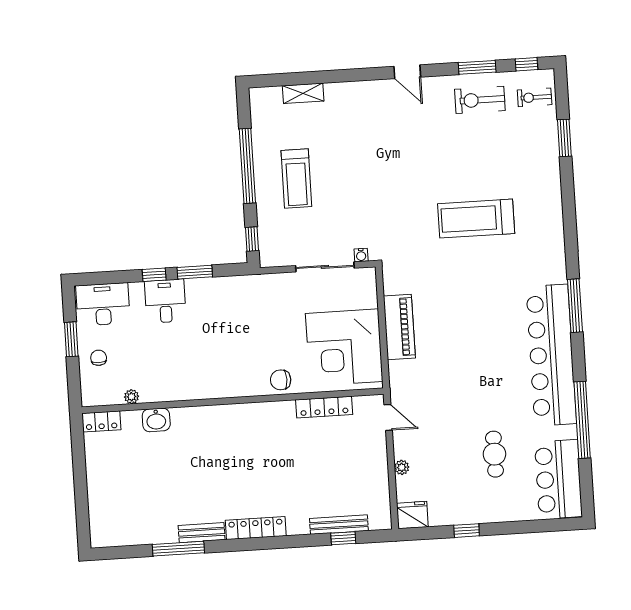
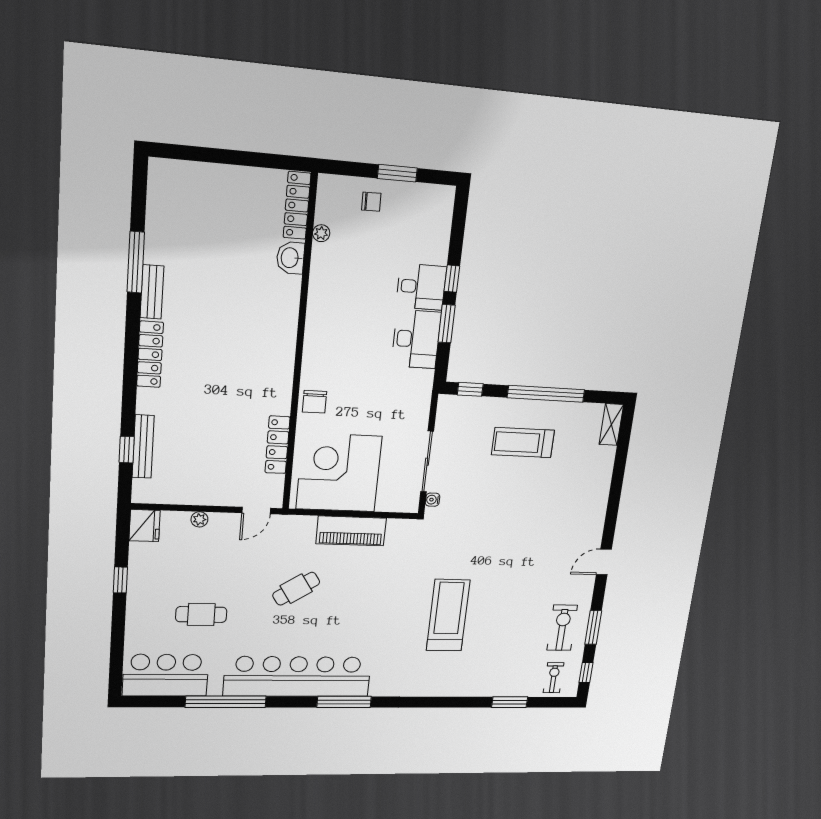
shelving: (303, 93) -> (611, 424), moved
desk: (103, 304) -> (416, 339), moved
cafe table: (461, 370) -> (296, 589), added
chair: (281, 380) -> (314, 402), turned 180
locker: (101, 421) -> (297, 205), width x1.53

